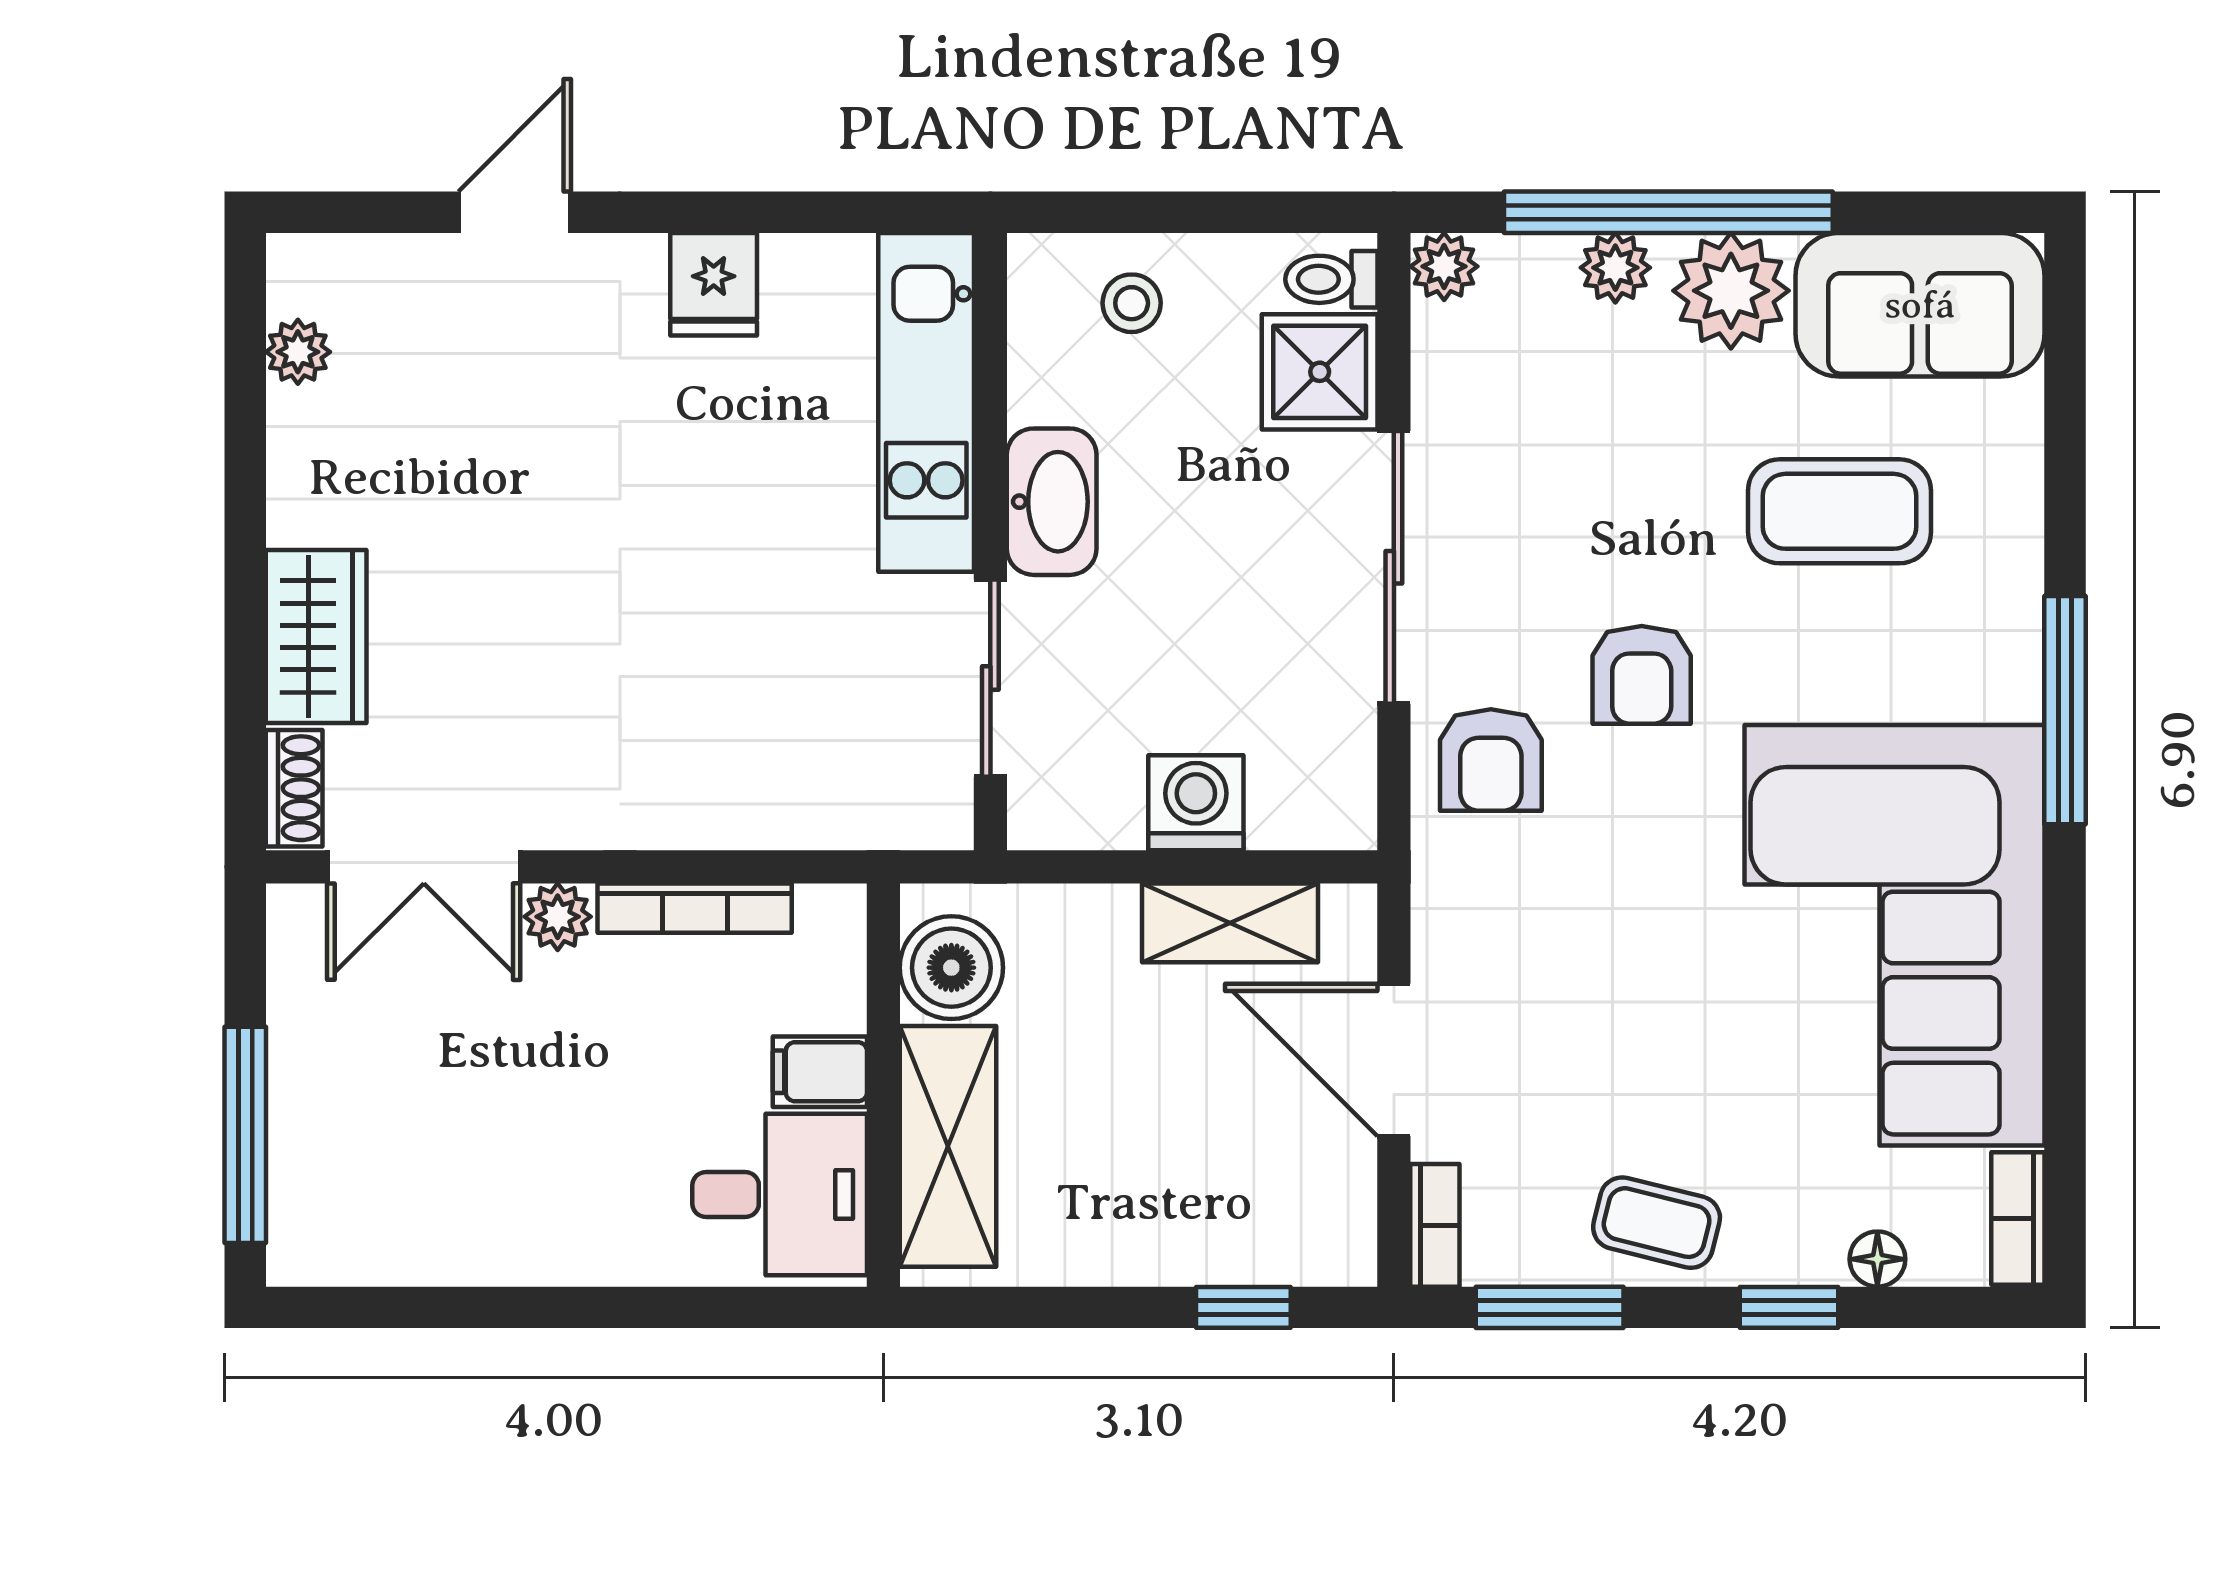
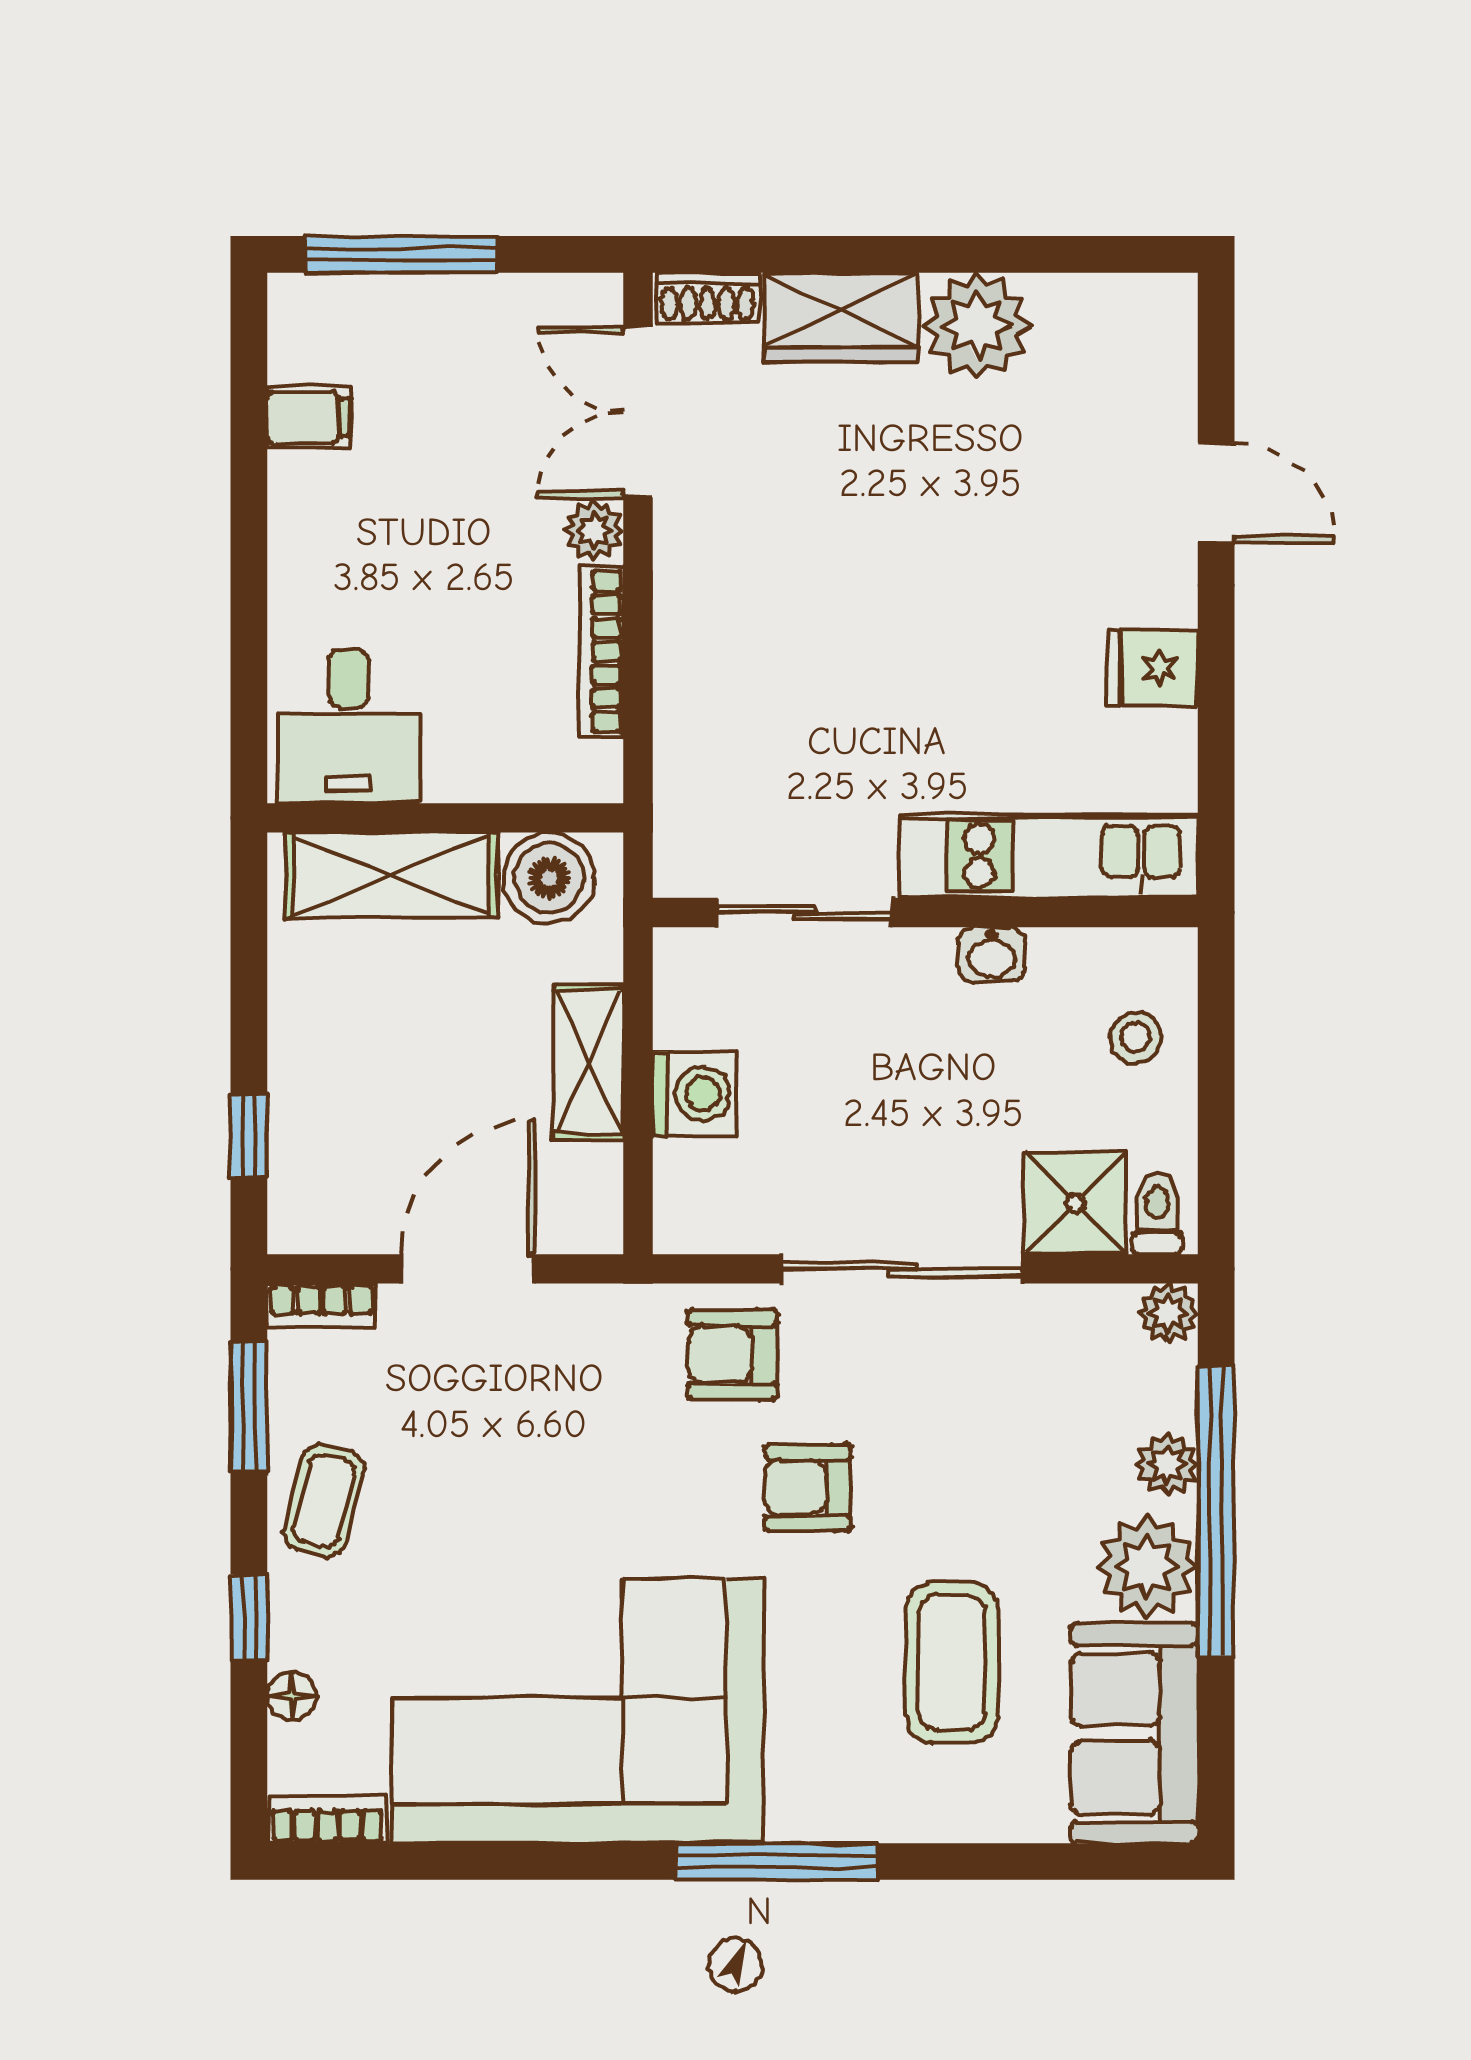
plant: (298, 352) -> (977, 326), moved, width x1.88, depth x1.88
washbasin: (1052, 502) -> (991, 954), width x0.52, depth x0.69
shelving: (1230, 923) -> (589, 1062), moved
filing cabinet: (820, 1072) -> (309, 417), moved, turned 90

